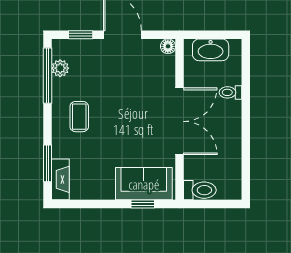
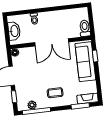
double door: (180, 121) -> (52, 42), swing flipped
sofa: (144, 184) -> (85, 62), width x1.36

